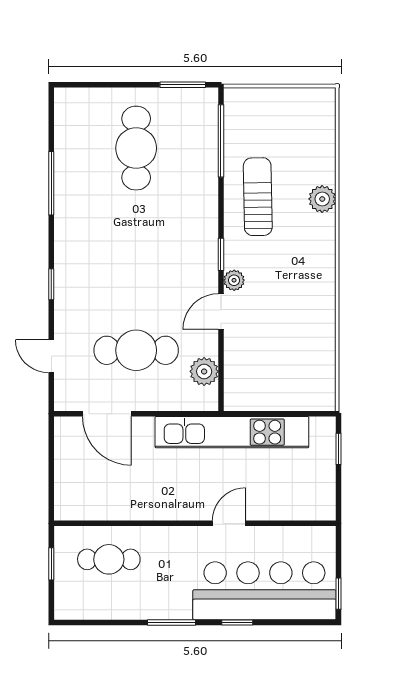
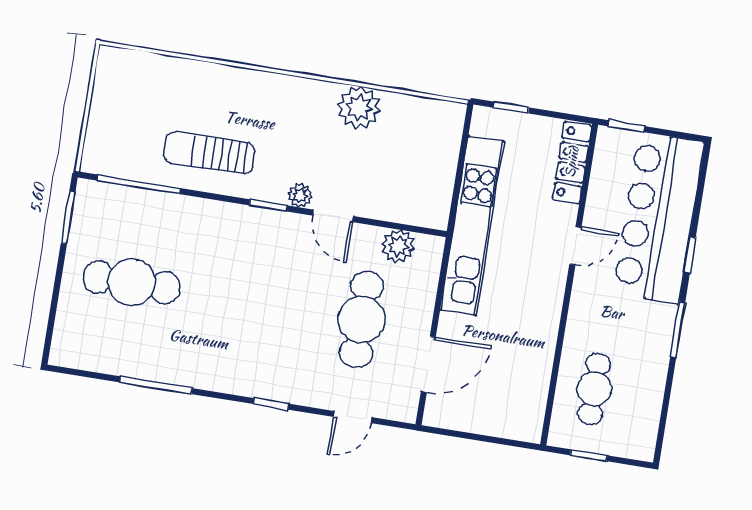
plant: (322, 199) -> (359, 108), moved, width x1.36, depth x1.36
locker: (300, 509) -> (572, 162), added
door: (229, 523) -> (575, 246), swing flipped
window: (338, 594) -> (626, 126), moved

